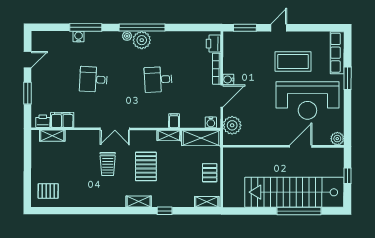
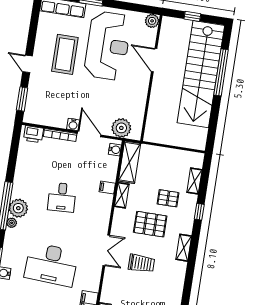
desk: (94, 79) -> (51, 265), width x1.87, depth x1.30
pallet: (210, 173) -> (168, 198), moved
shelving: (139, 201) -> (184, 248), moved
shelving: (207, 202) -> (194, 181), moved

